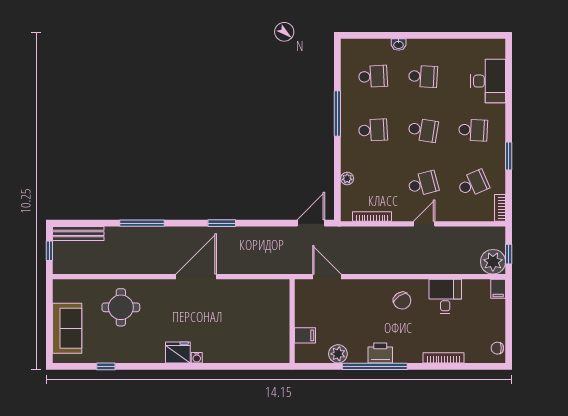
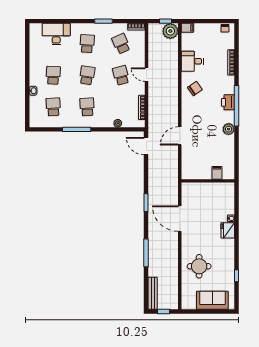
wall: (292, 321) -> (208, 181), moved
filing cabinet: (305, 335) -> (217, 173), moved

